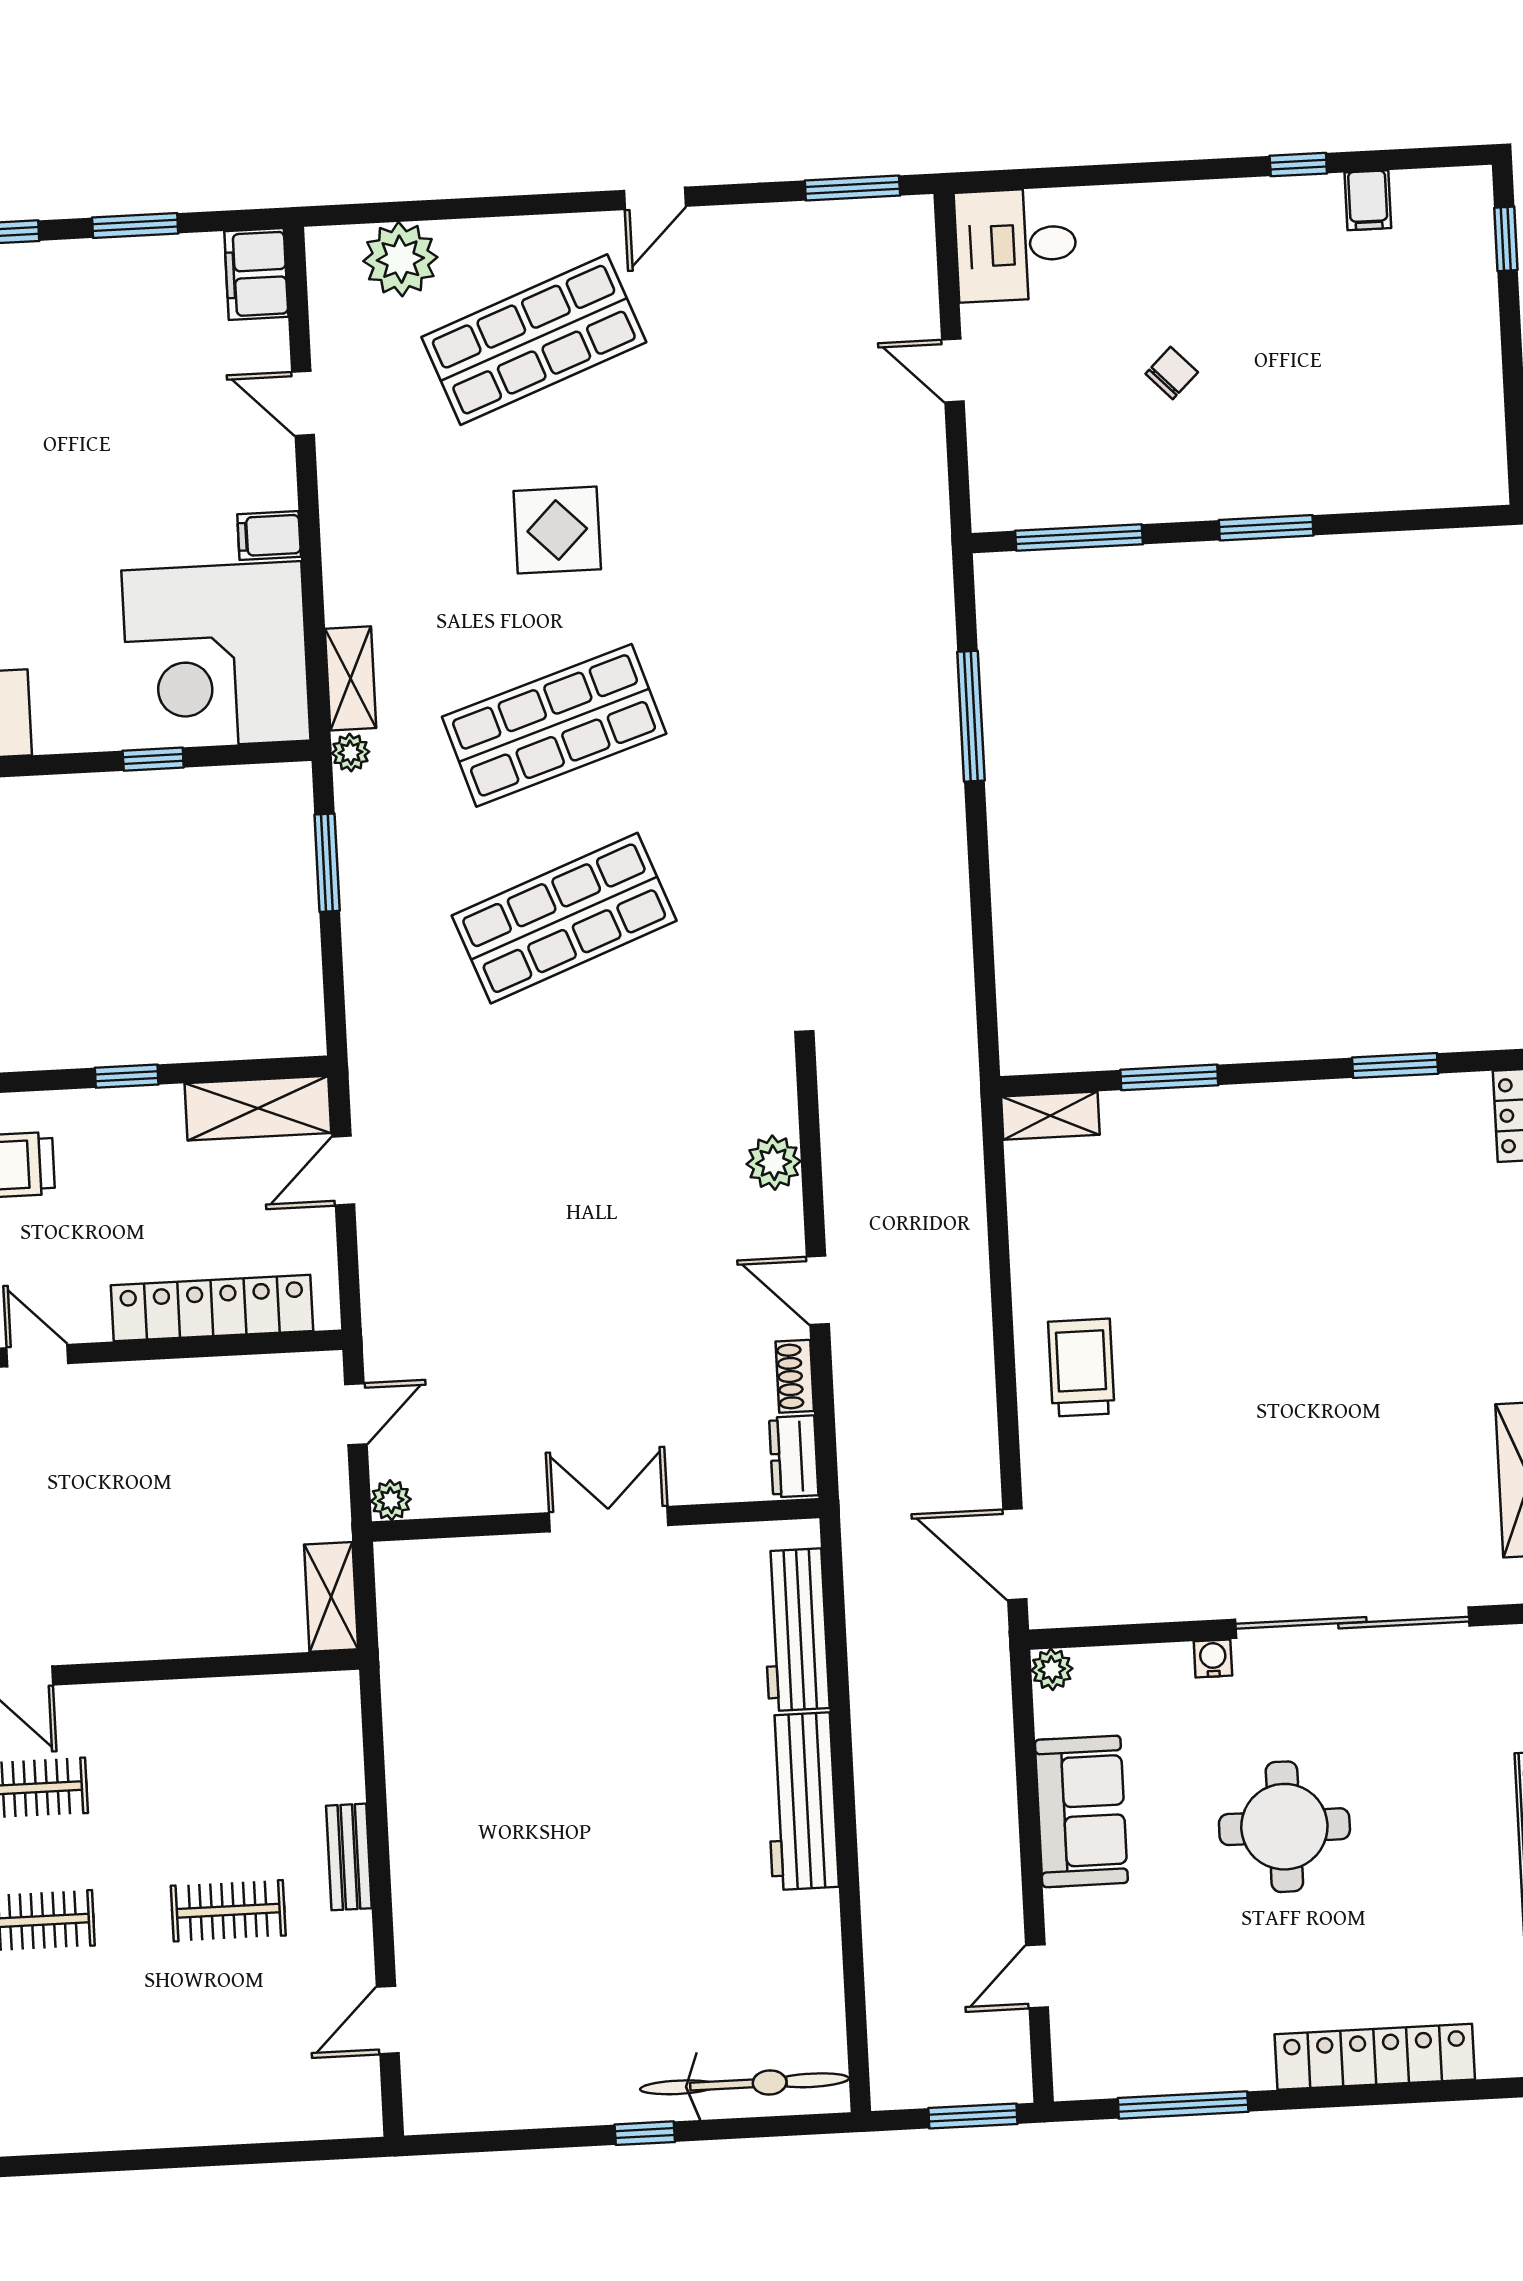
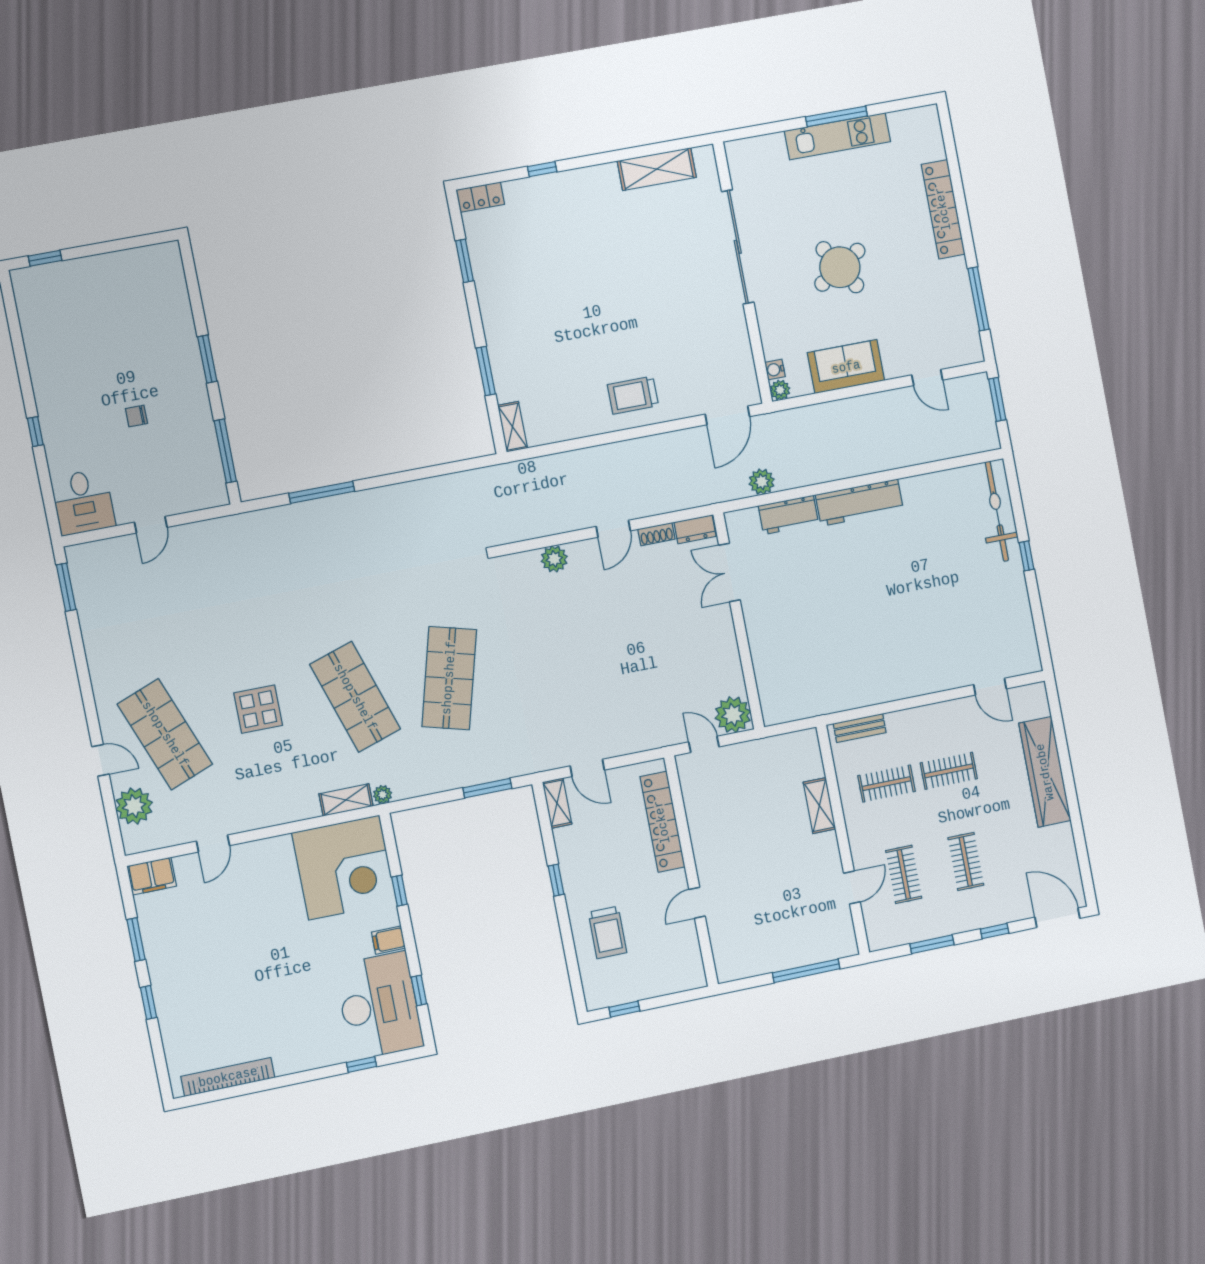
window: (1298, 165) -> (35, 432), moved
door: (655, 198) -> (100, 760), moved
filing cabinet: (1368, 200) -> (35, 330), removed
chair: (1172, 373) -> (136, 416), turned -46
filing cabinet: (269, 536) -> (388, 940), moved, turned 90
window: (327, 863) -> (487, 788), moved
shop shelf: (564, 918) -> (449, 678), turned 36
shelving: (258, 1108) -> (557, 803), width x0.67, depth x0.75
plant: (391, 1500) -> (733, 715), width x1.88, depth x1.88
double door: (609, 1519) -> (729, 573), moved
shelving: (331, 1597) -> (819, 806), moved, turned 90
plant: (871, 1606) -> (762, 482), added
workbench: (795, 1630) -> (788, 515), width x0.73
water cooler: (1213, 1658) -> (775, 370), moved
clothes rail: (221, 1778) -> (887, 784), added
round table: (1284, 1827) -> (840, 267), turned -32
bench: (349, 1857) -> (860, 728), moved
clothes rail: (228, 1911) -> (949, 771), turned 90
wardrobe: (197, 2111) -> (1045, 772), added

